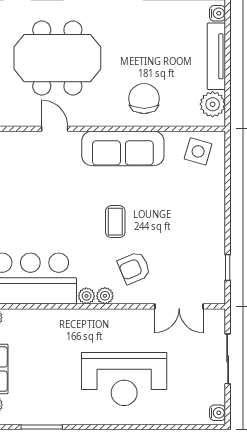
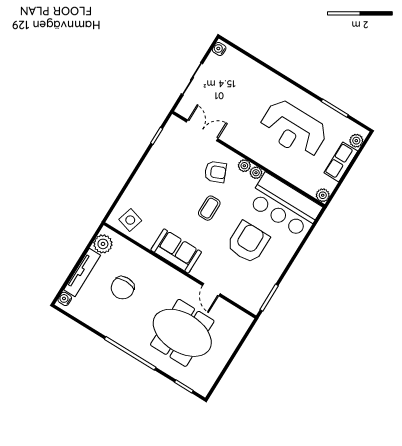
chair: (144, 99) -> (123, 288), moved
sofa: (123, 148) -> (176, 251), width x0.73
armchair: (46, 210) -> (248, 242), added
reception desk: (124, 379) -> (293, 129), moved, turned 180

